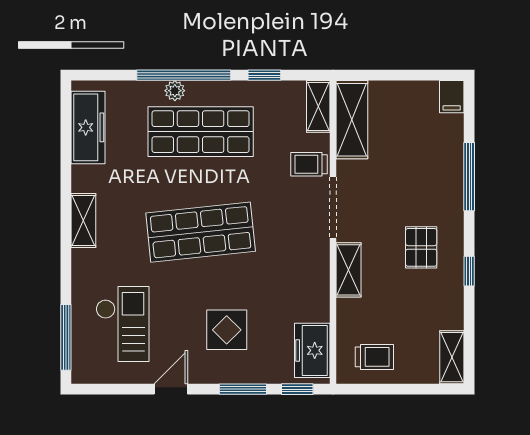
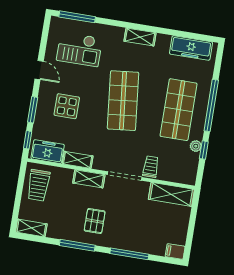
plant: (175, 91) -> (196, 146), moved
shelving: (318, 106) -> (78, 160), moved
pallet: (421, 247) -> (95, 221), turned 90
window: (469, 271) -> (77, 245), width x2.17
trolley: (374, 357) -> (38, 185), width x1.36, depth x1.39

